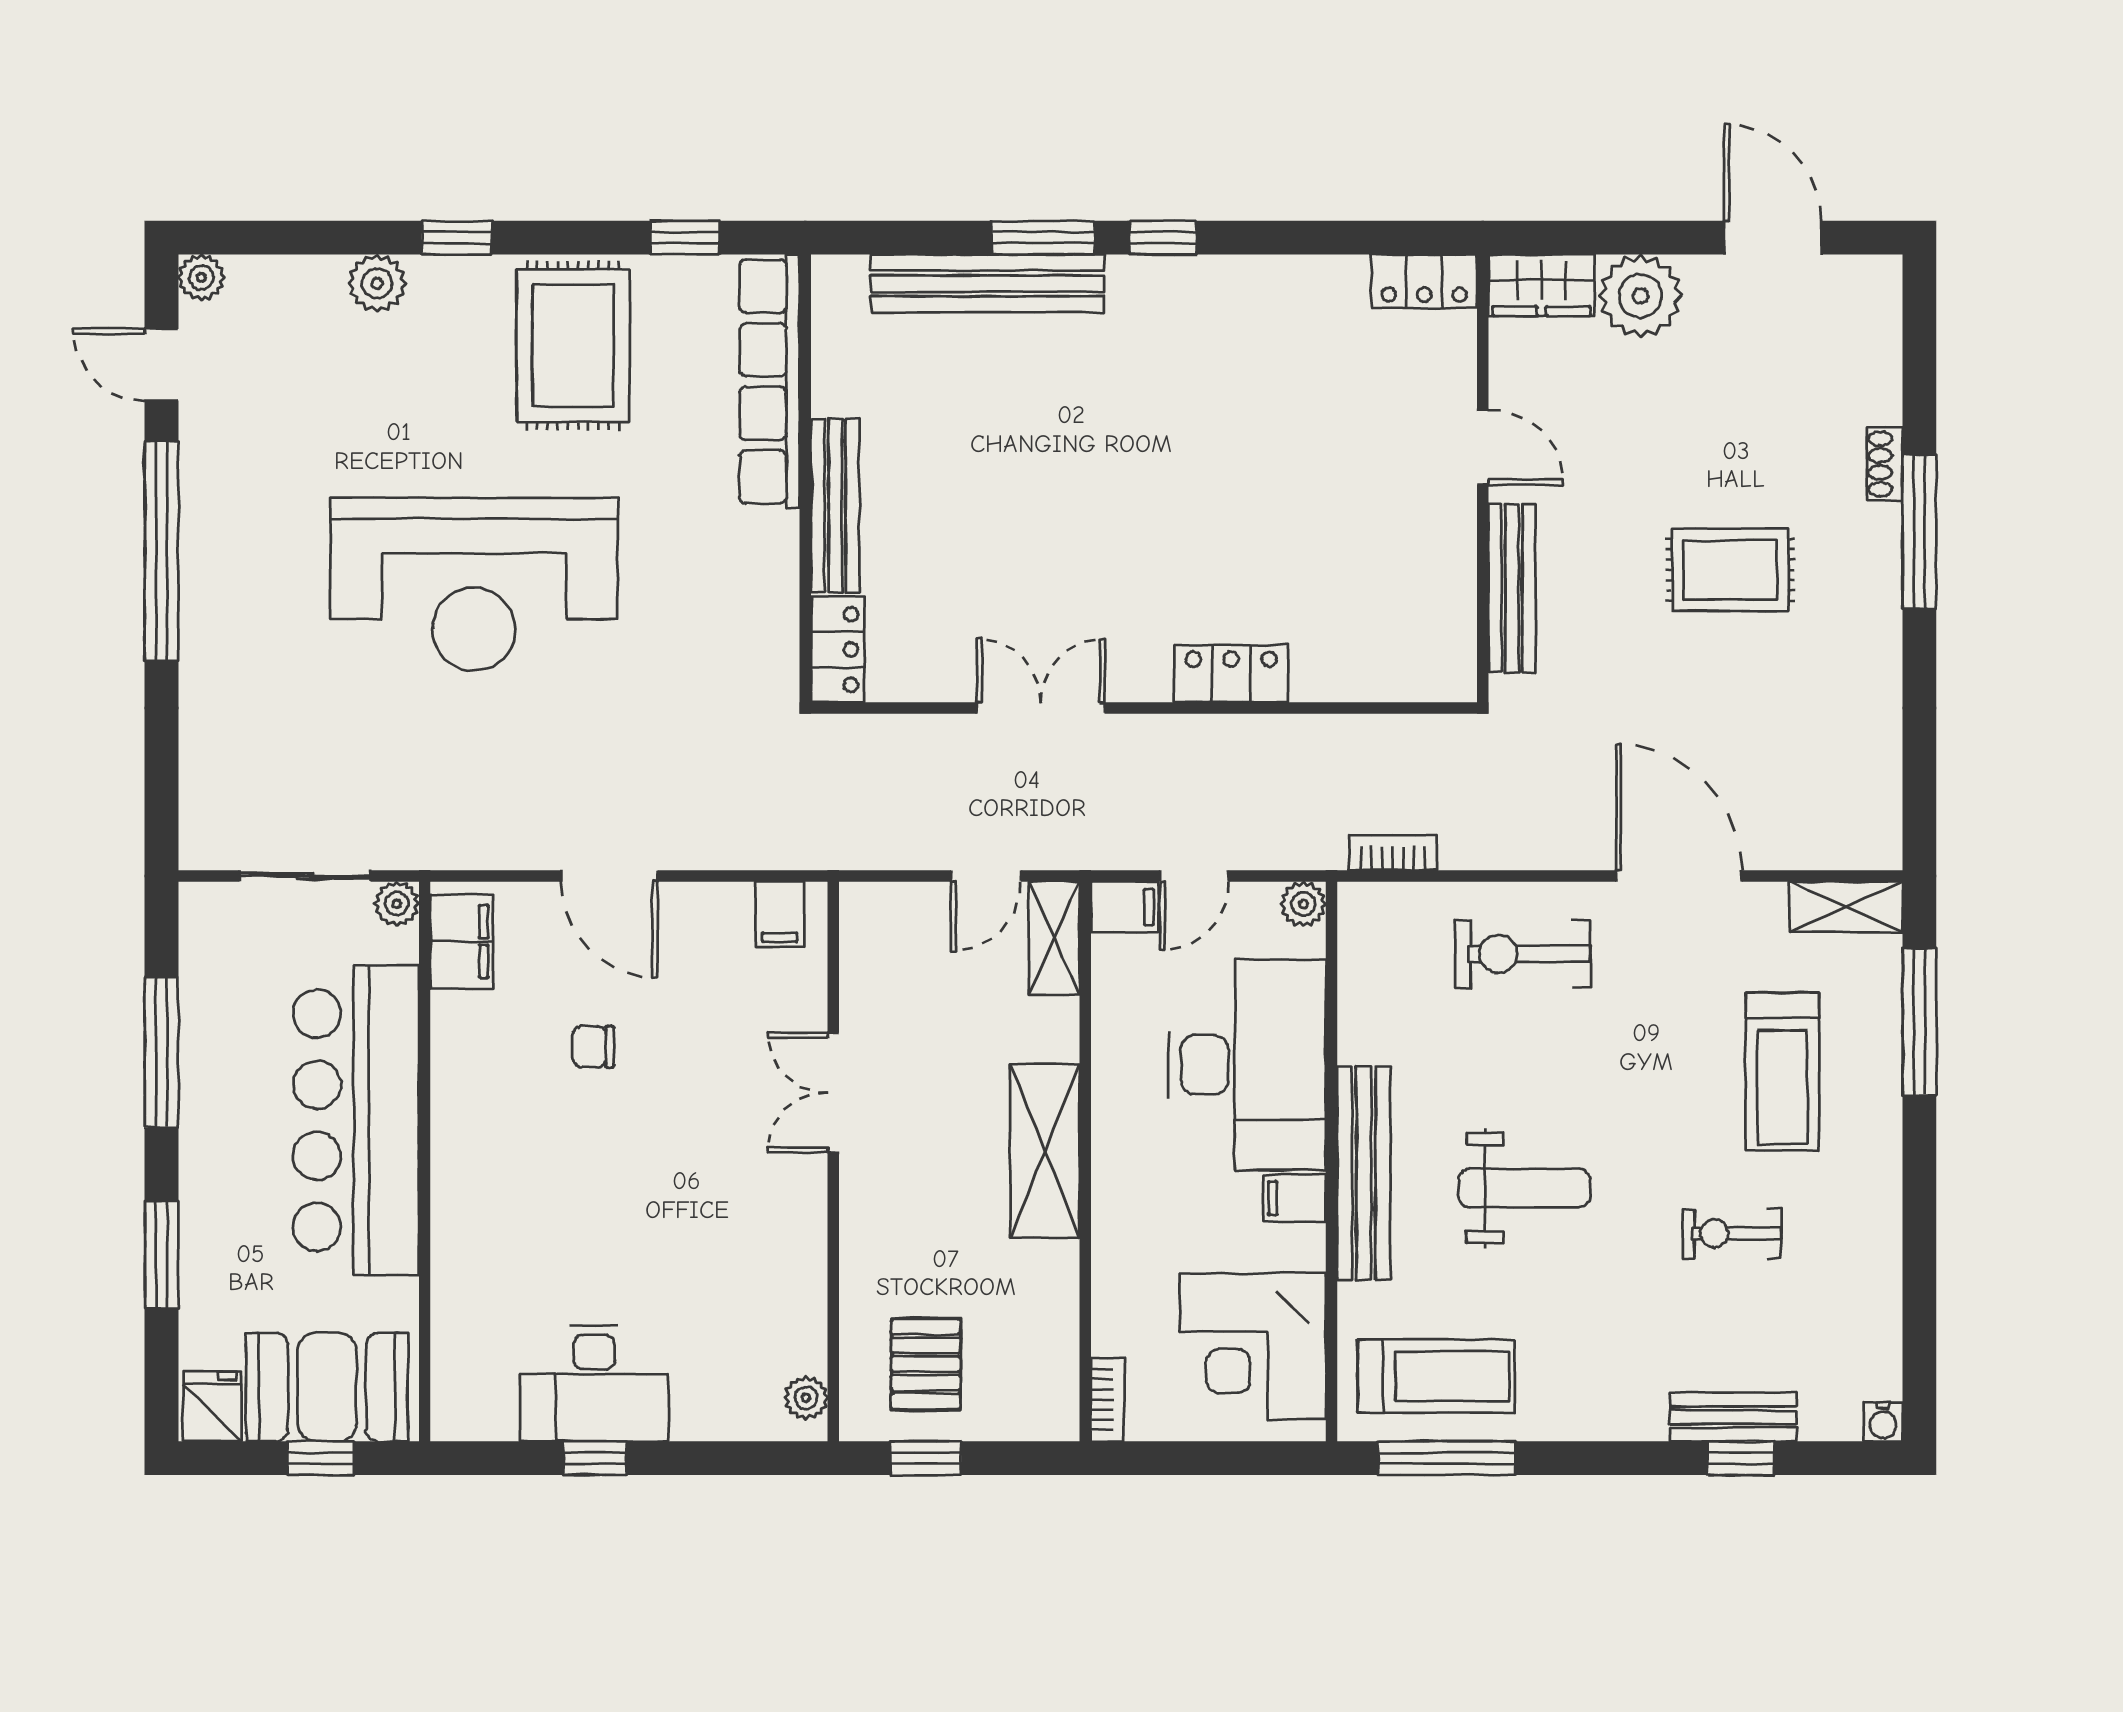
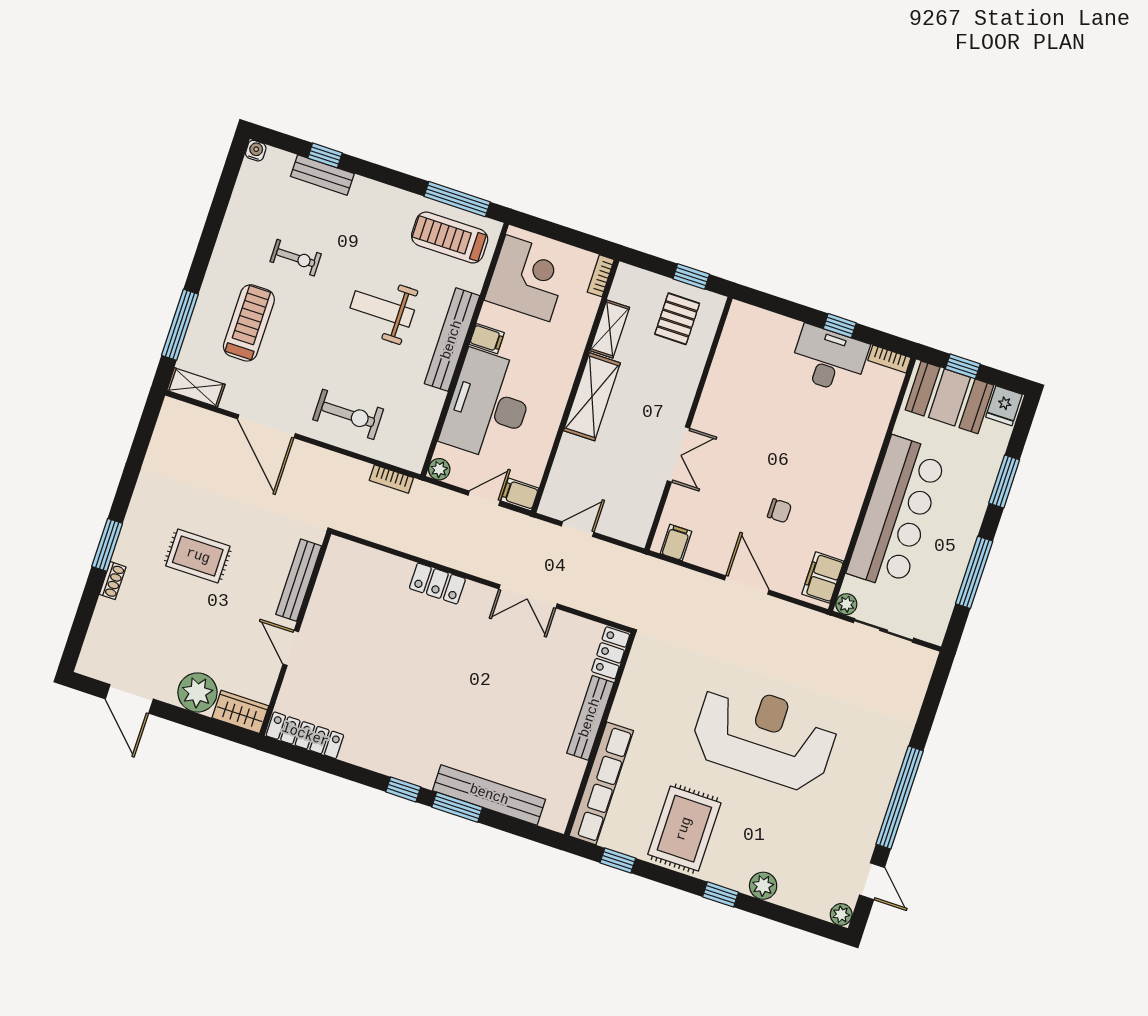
locker: (1424, 281) -> (305, 735), width x1.53
window: (1919, 532) -> (107, 545), width x0.69
shelving: (1054, 938) -> (610, 329), moved
plant: (806, 1398) -> (736, 321), removed
bookcase: (473, 1424) -> (889, 359), added

